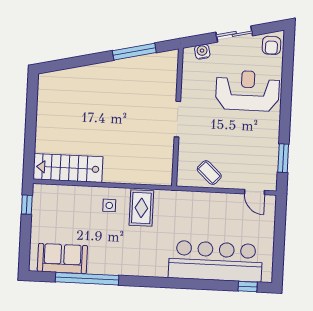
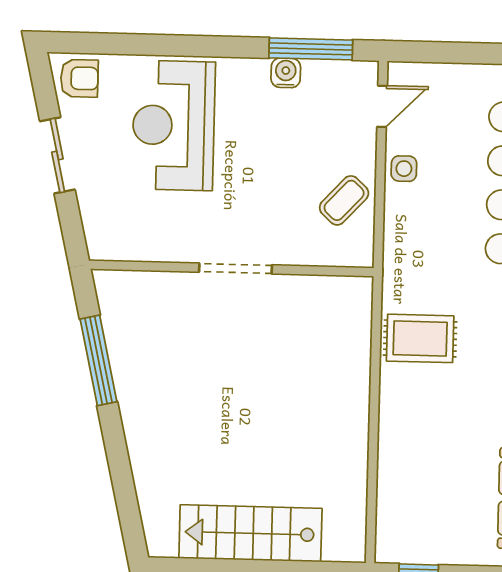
water cooler: (202, 52) -> (286, 73), moved, turned 103
window: (283, 158) -> (311, 49), width x1.44
stairs: (68, 168) -> (250, 533), moved, turned 90
side table: (109, 205) -> (404, 169), moved

